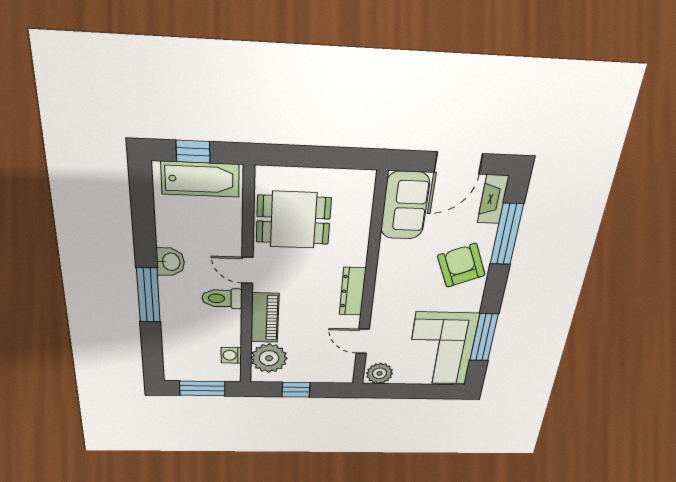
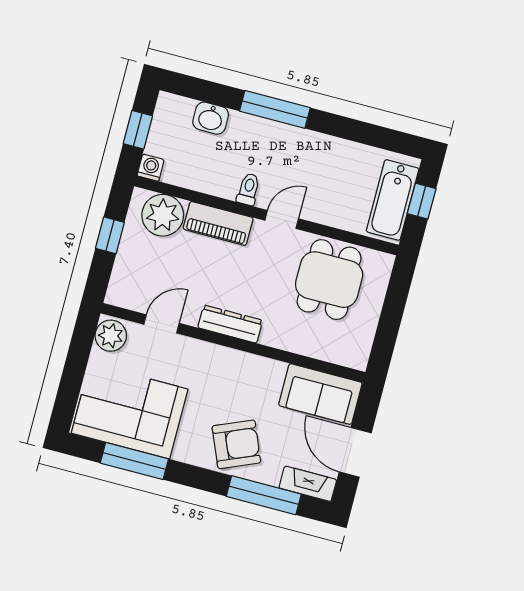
washbasin: (170, 262) -> (211, 118), moved
toilet: (222, 298) -> (248, 189), width x0.73, depth x0.72
washing machine: (231, 355) -> (151, 168), moved
window: (202, 388) -> (138, 130), width x0.67

